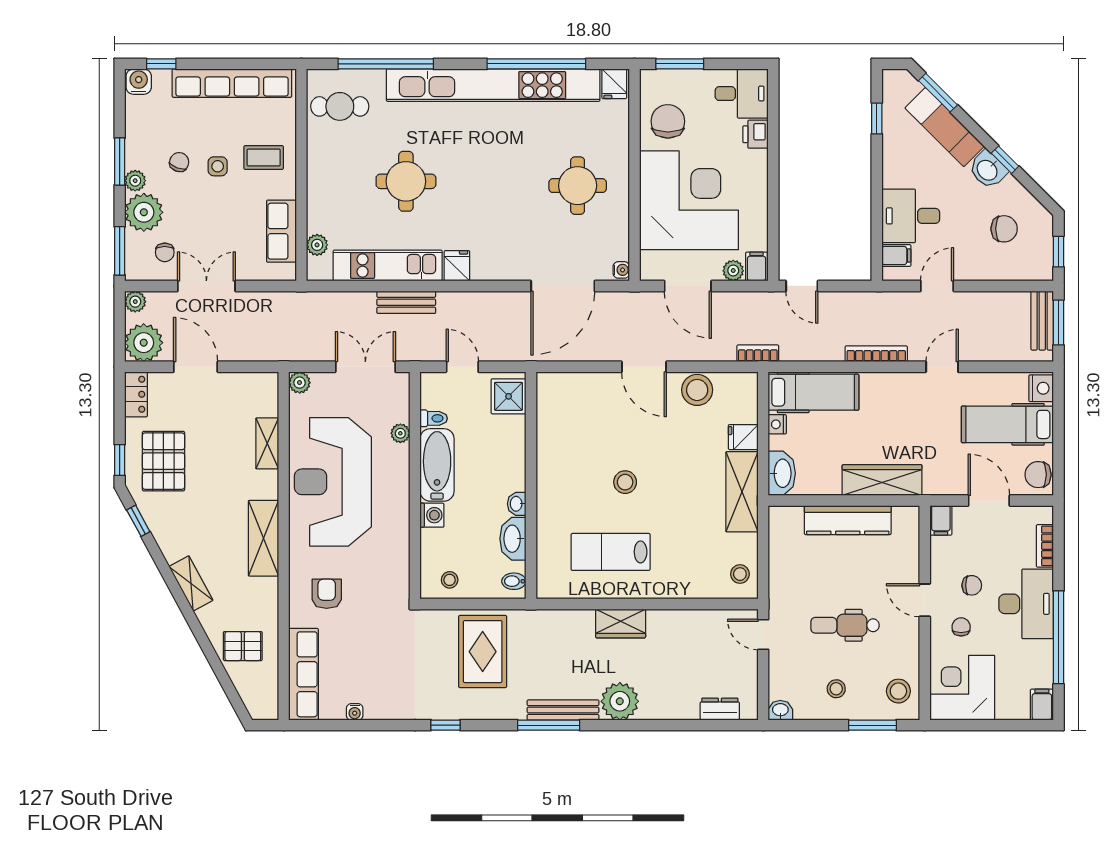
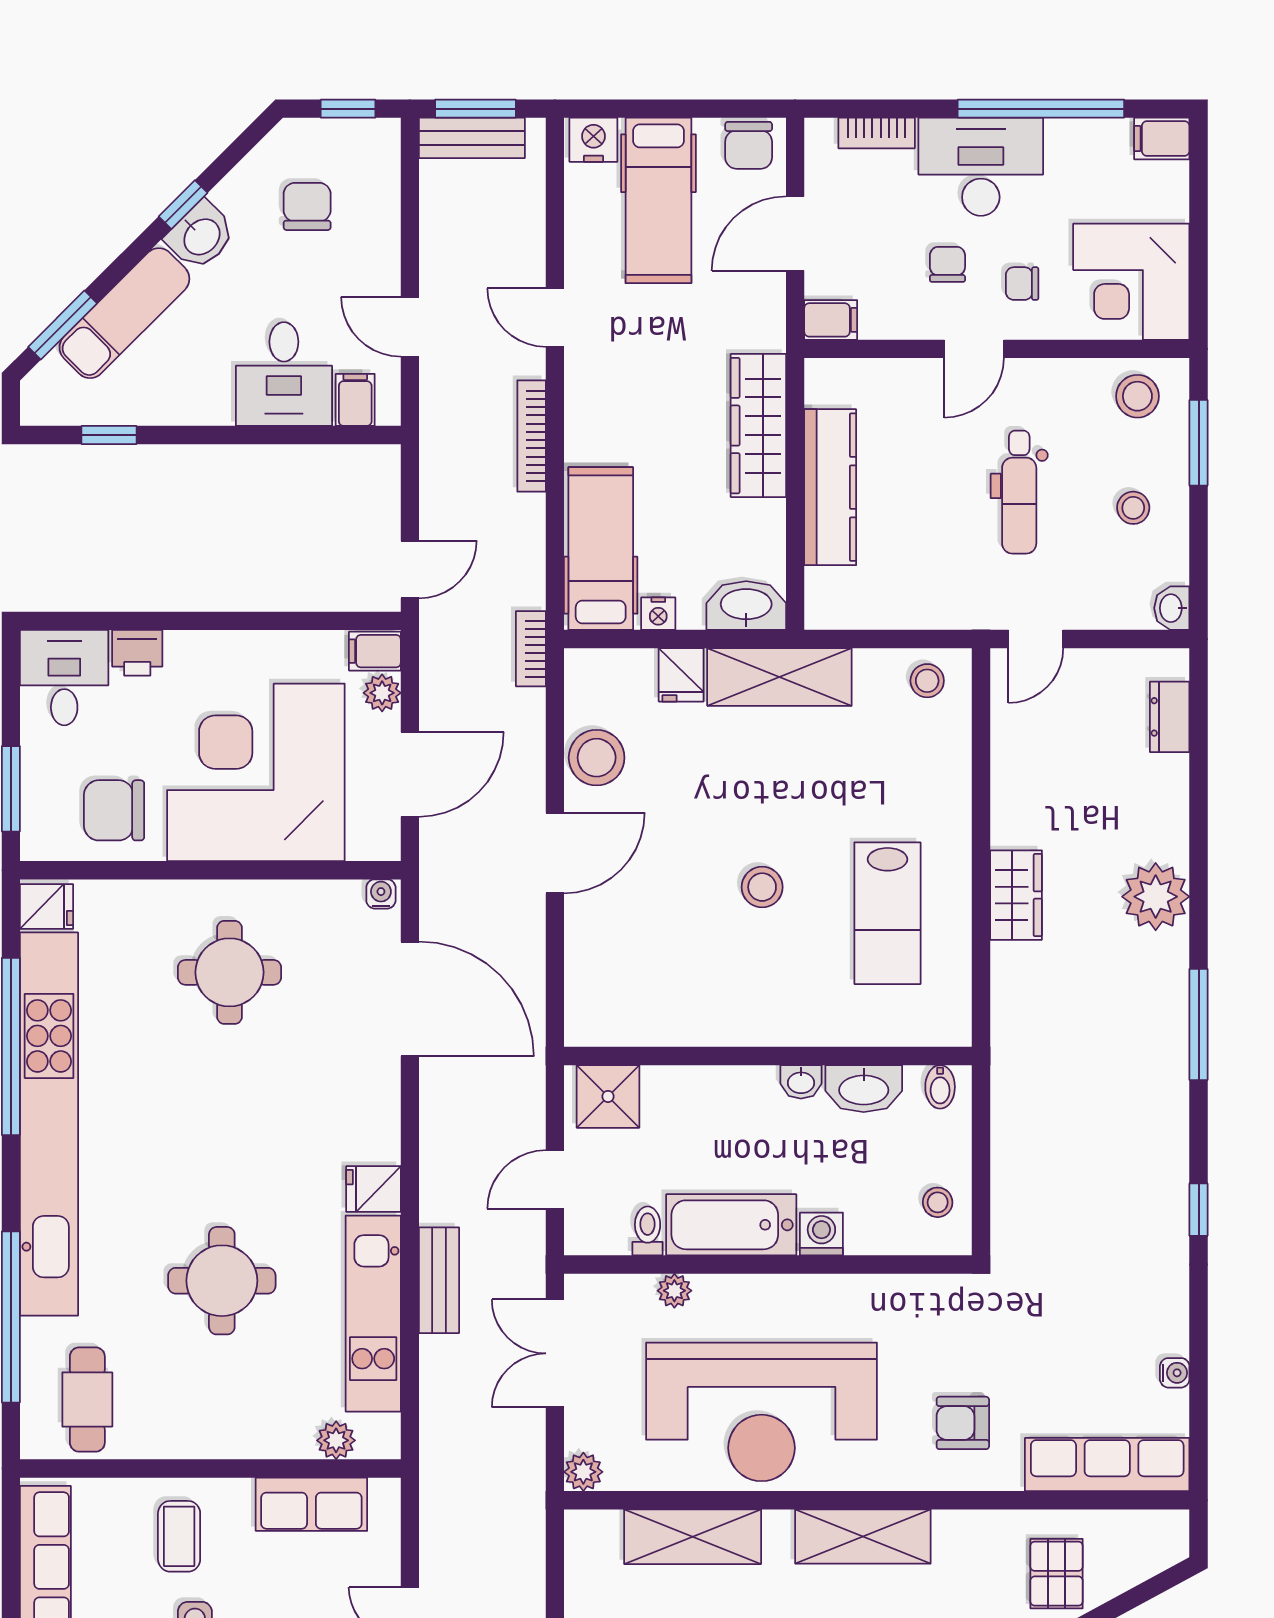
shelving: (267, 443) -> (693, 1537), width x1.50, depth x1.33
rug: (483, 652) -> (1066, 1143), removed
bench: (563, 710) -> (1171, 999), removed

